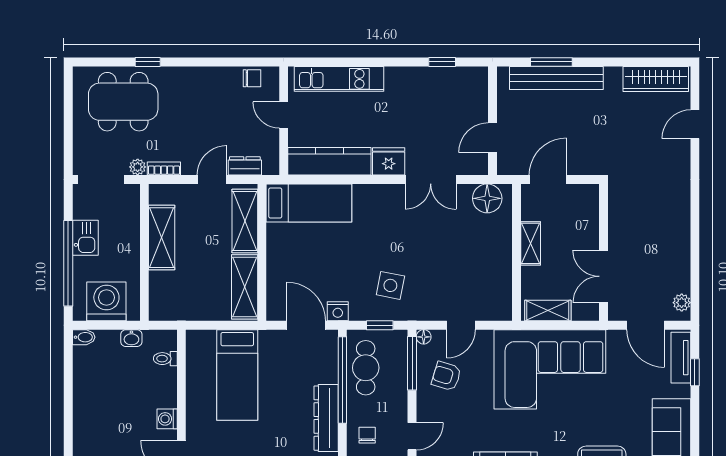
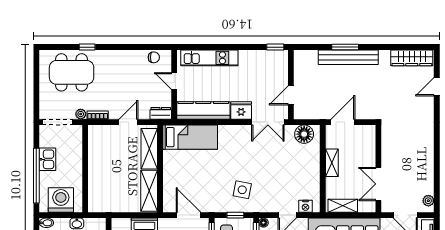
wall: (493, 121) -> (291, 85), moved
door: (493, 138) -> (291, 95), moved
dresser: (245, 166) -> (161, 113), moved
shelving: (162, 238) -> (96, 159), removed
nightstand: (338, 311) -> (305, 206), moved

